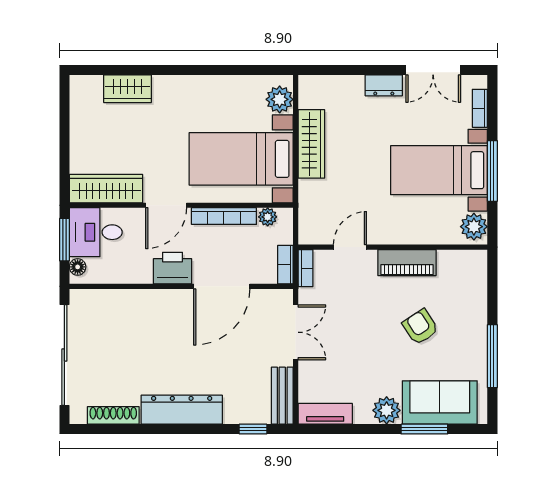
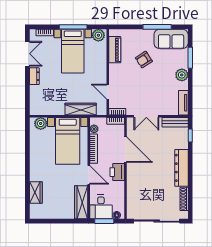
wardrobe: (311, 144) -> (81, 109), moved
piano: (407, 263) -> (115, 50), moved
double door: (296, 332) -> (146, 116), swing flipped
sofa: (440, 402) -> (171, 39), moved, turned -90

